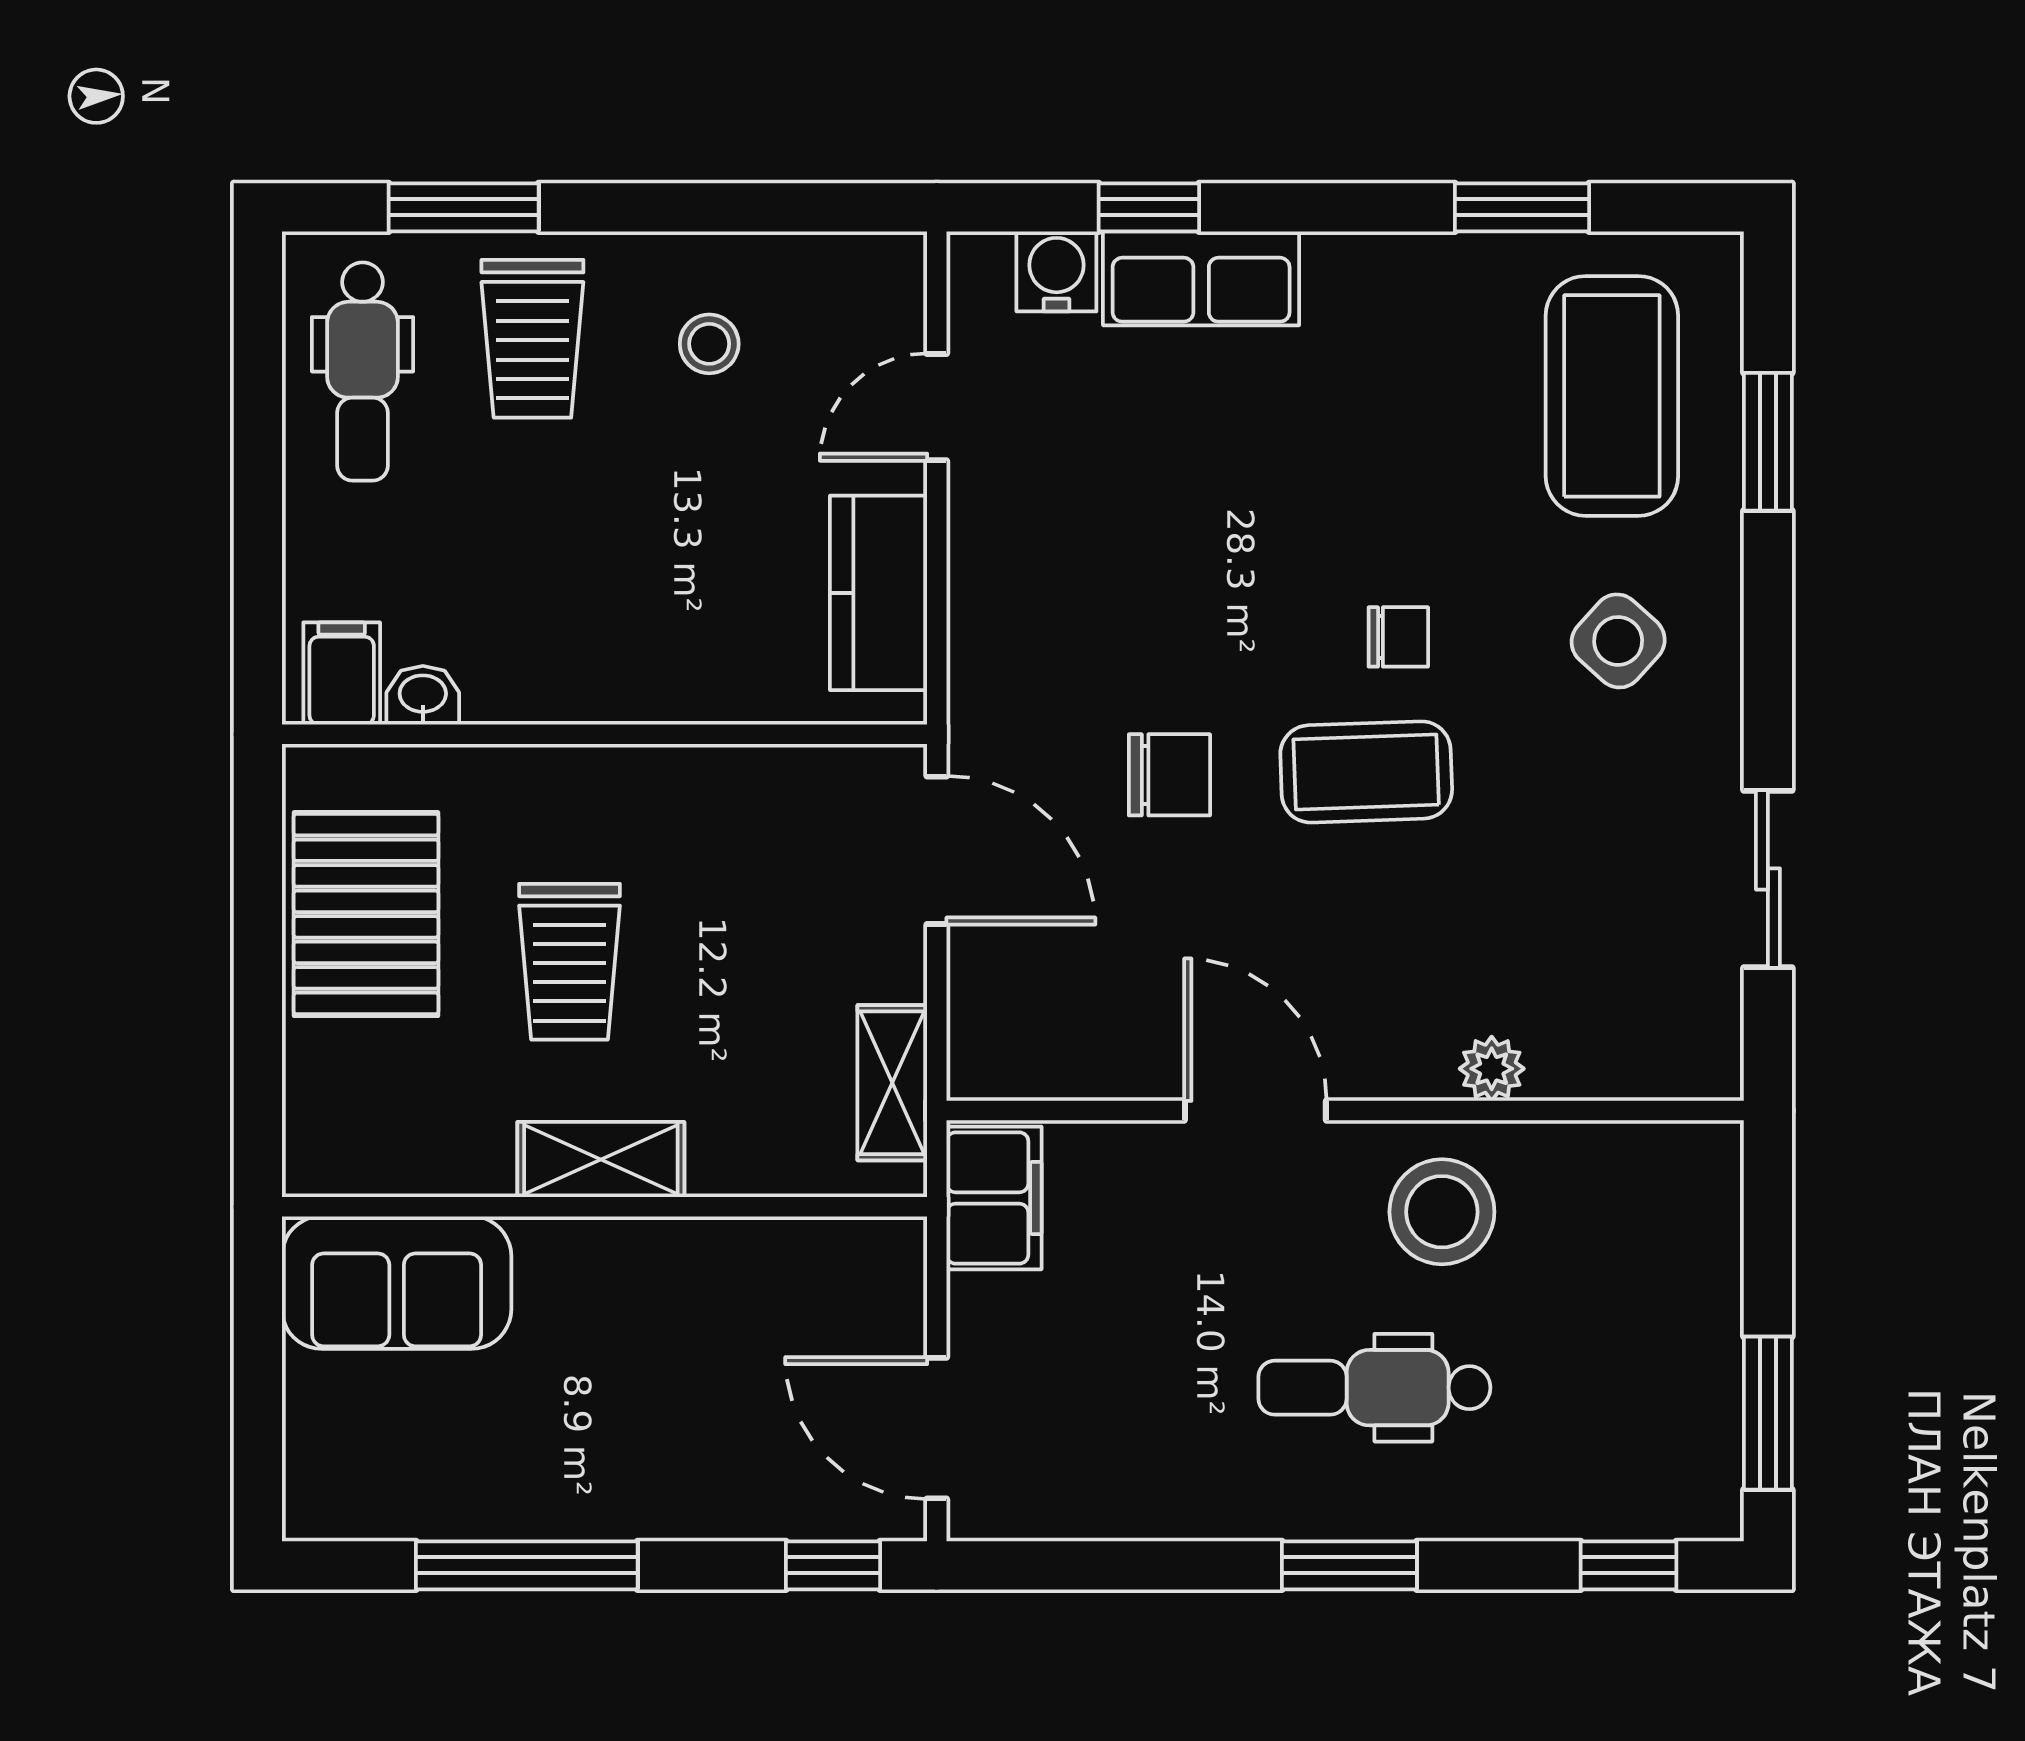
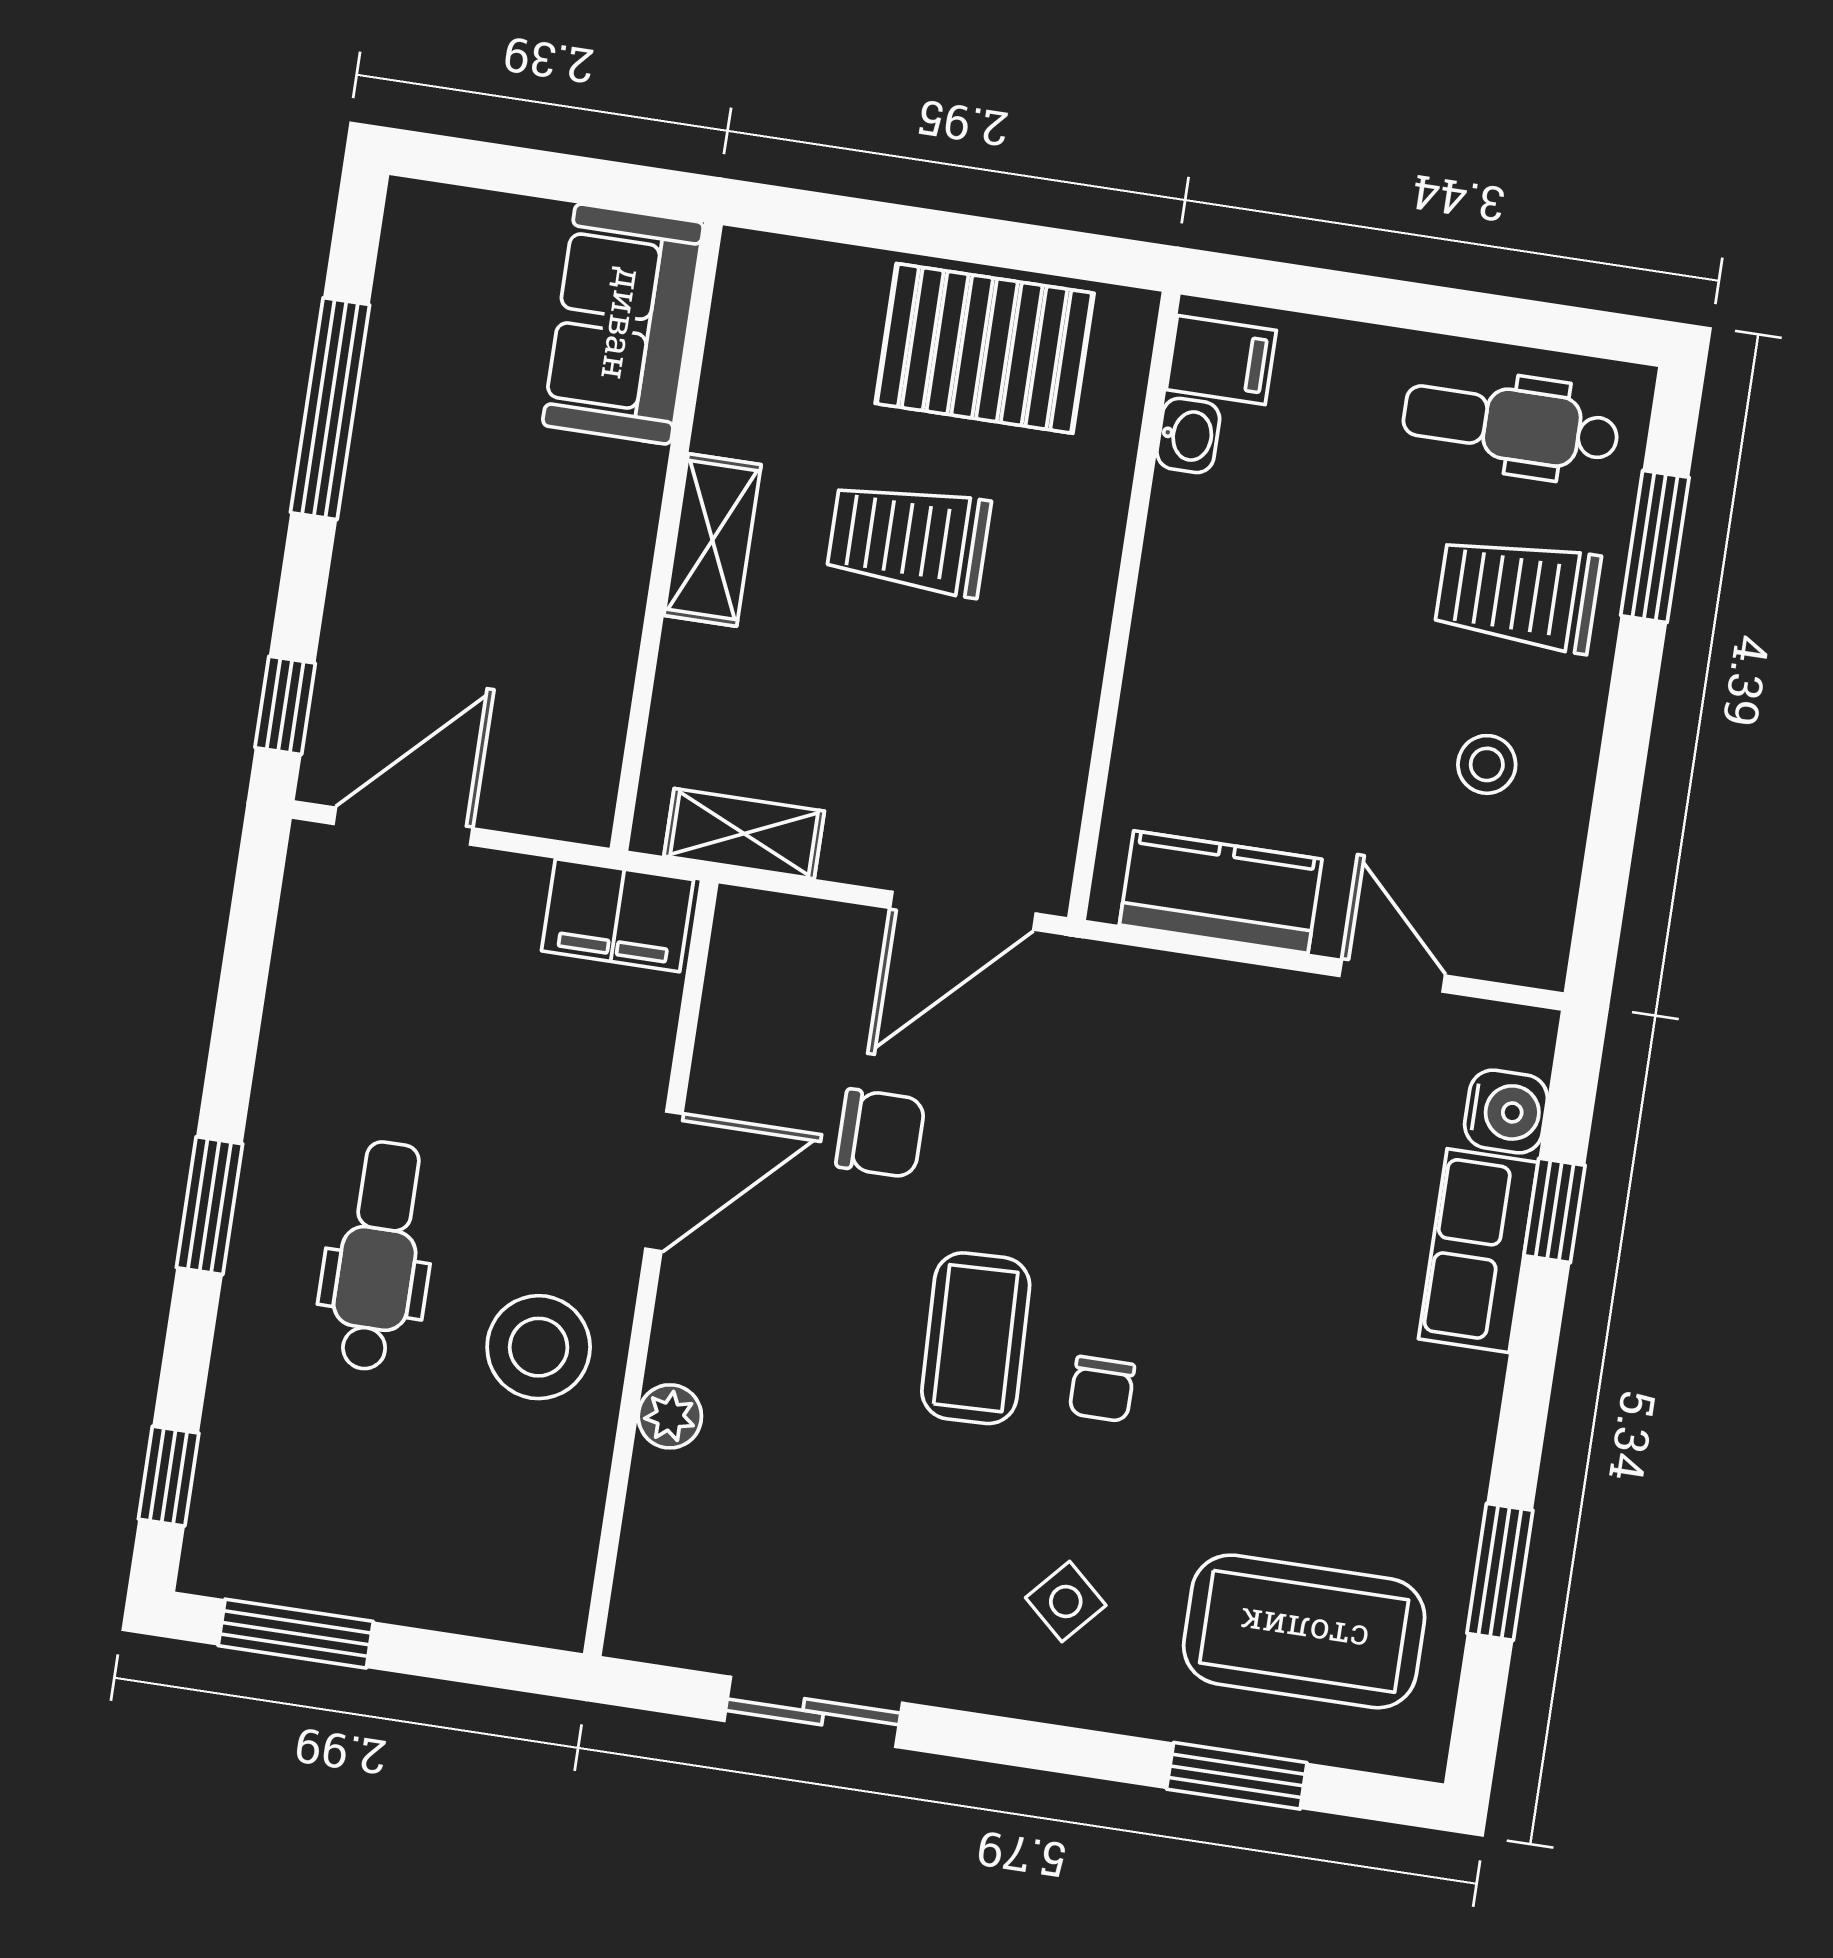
side table: (1618, 641) -> (1066, 1602), width x0.73, depth x0.73
chair: (1169, 775) -> (880, 1133), moved, turned -90

